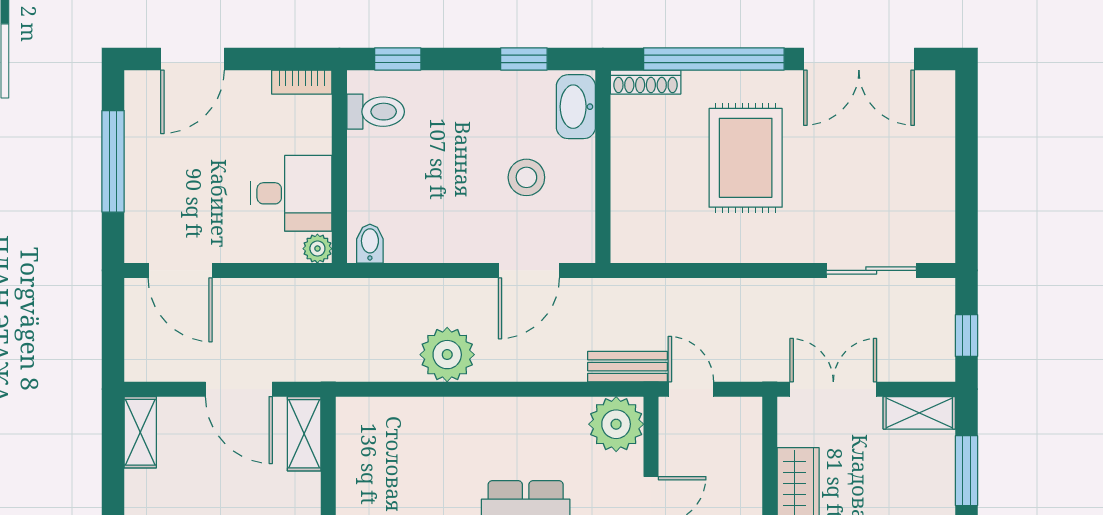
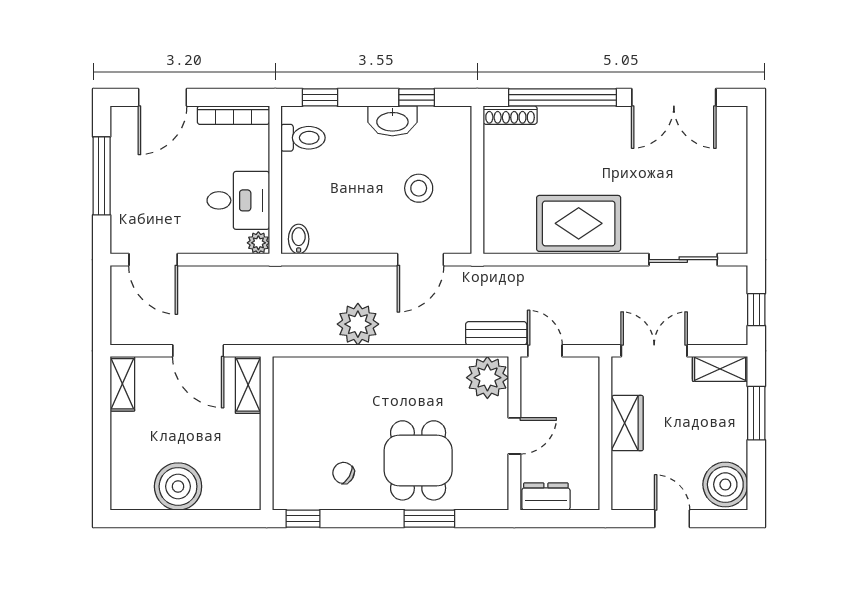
bookcase: (302, 82) -> (233, 115), width x1.56
washbasin: (576, 107) -> (392, 121), moved, turned -90
rug: (746, 158) -> (579, 223), moved, turned 90

